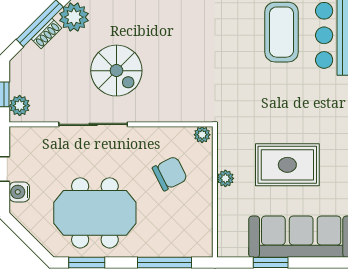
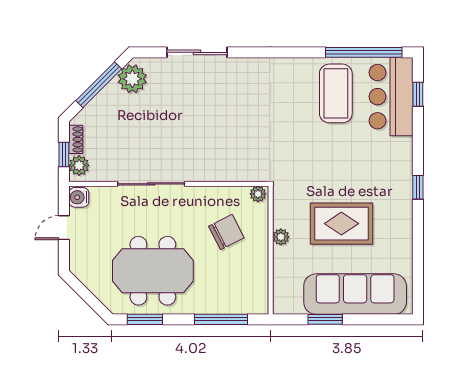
shoe rack: (46, 34) -> (76, 139), moved, turned -45
spiral stairs: (116, 71) -> (174, 131), removed
water cooler: (19, 192) -> (79, 197), moved

